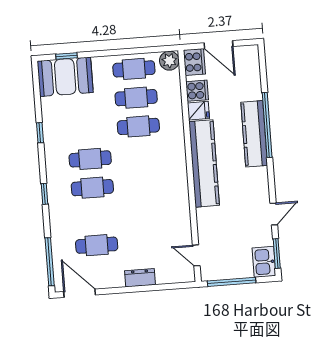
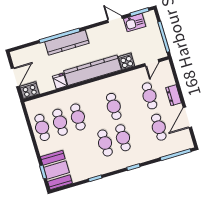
plant: (169, 61) -> (32, 106), removed
cooker: (197, 91) -> (127, 61), moved
cafe table: (143, 184) -> (114, 106), added
cafe table: (147, 241) -> (150, 96), added
kitchen sink: (264, 262) -> (135, 23), moved
door: (80, 293) -> (187, 117), moved

